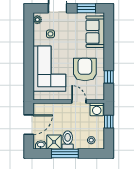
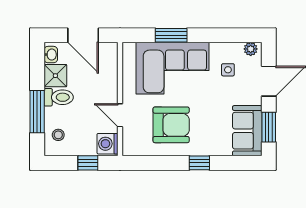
sofa: (95, 32) -> (247, 131), moved, turned -90
window: (29, 69) -> (171, 35), added
window: (109, 77) -> (199, 163), moved
door: (79, 102) -> (120, 115), swing flipped
window: (65, 153) -> (37, 112), moved

